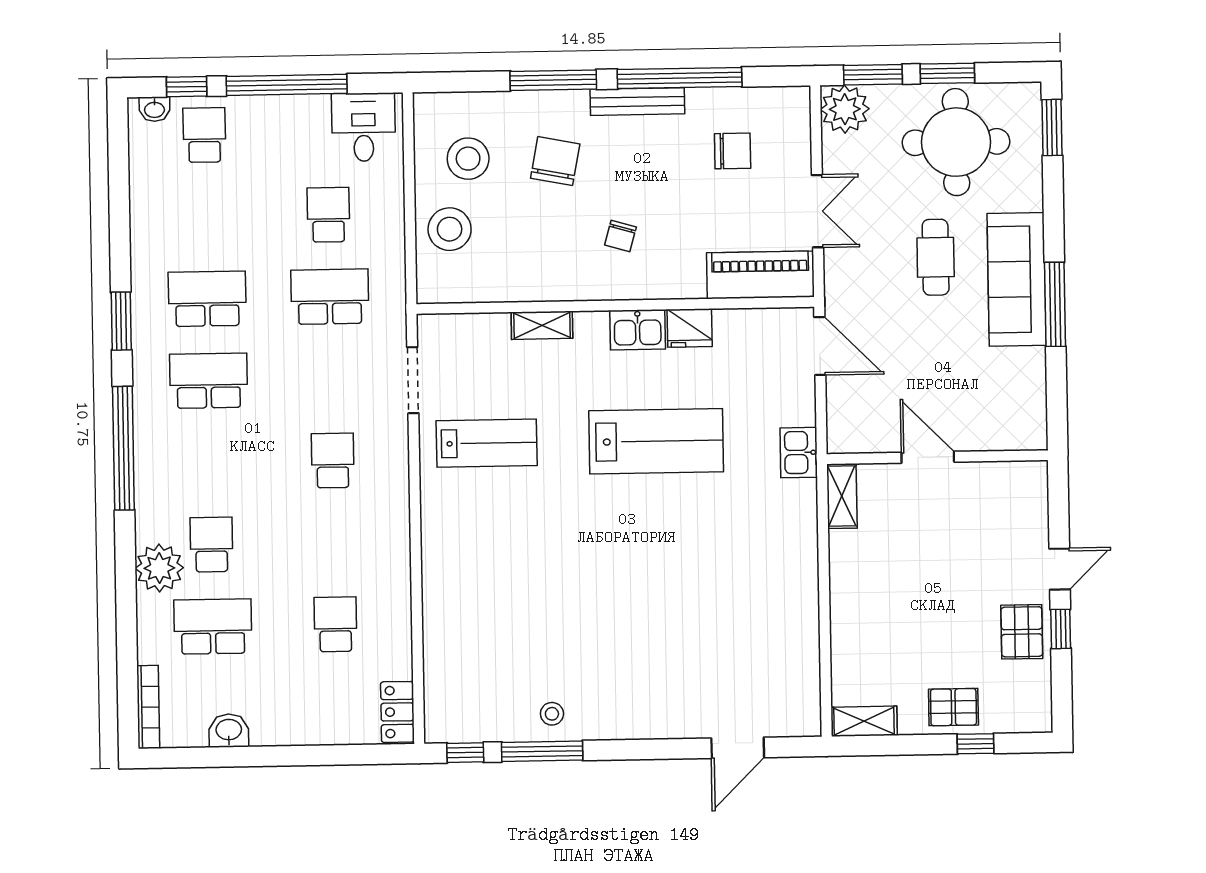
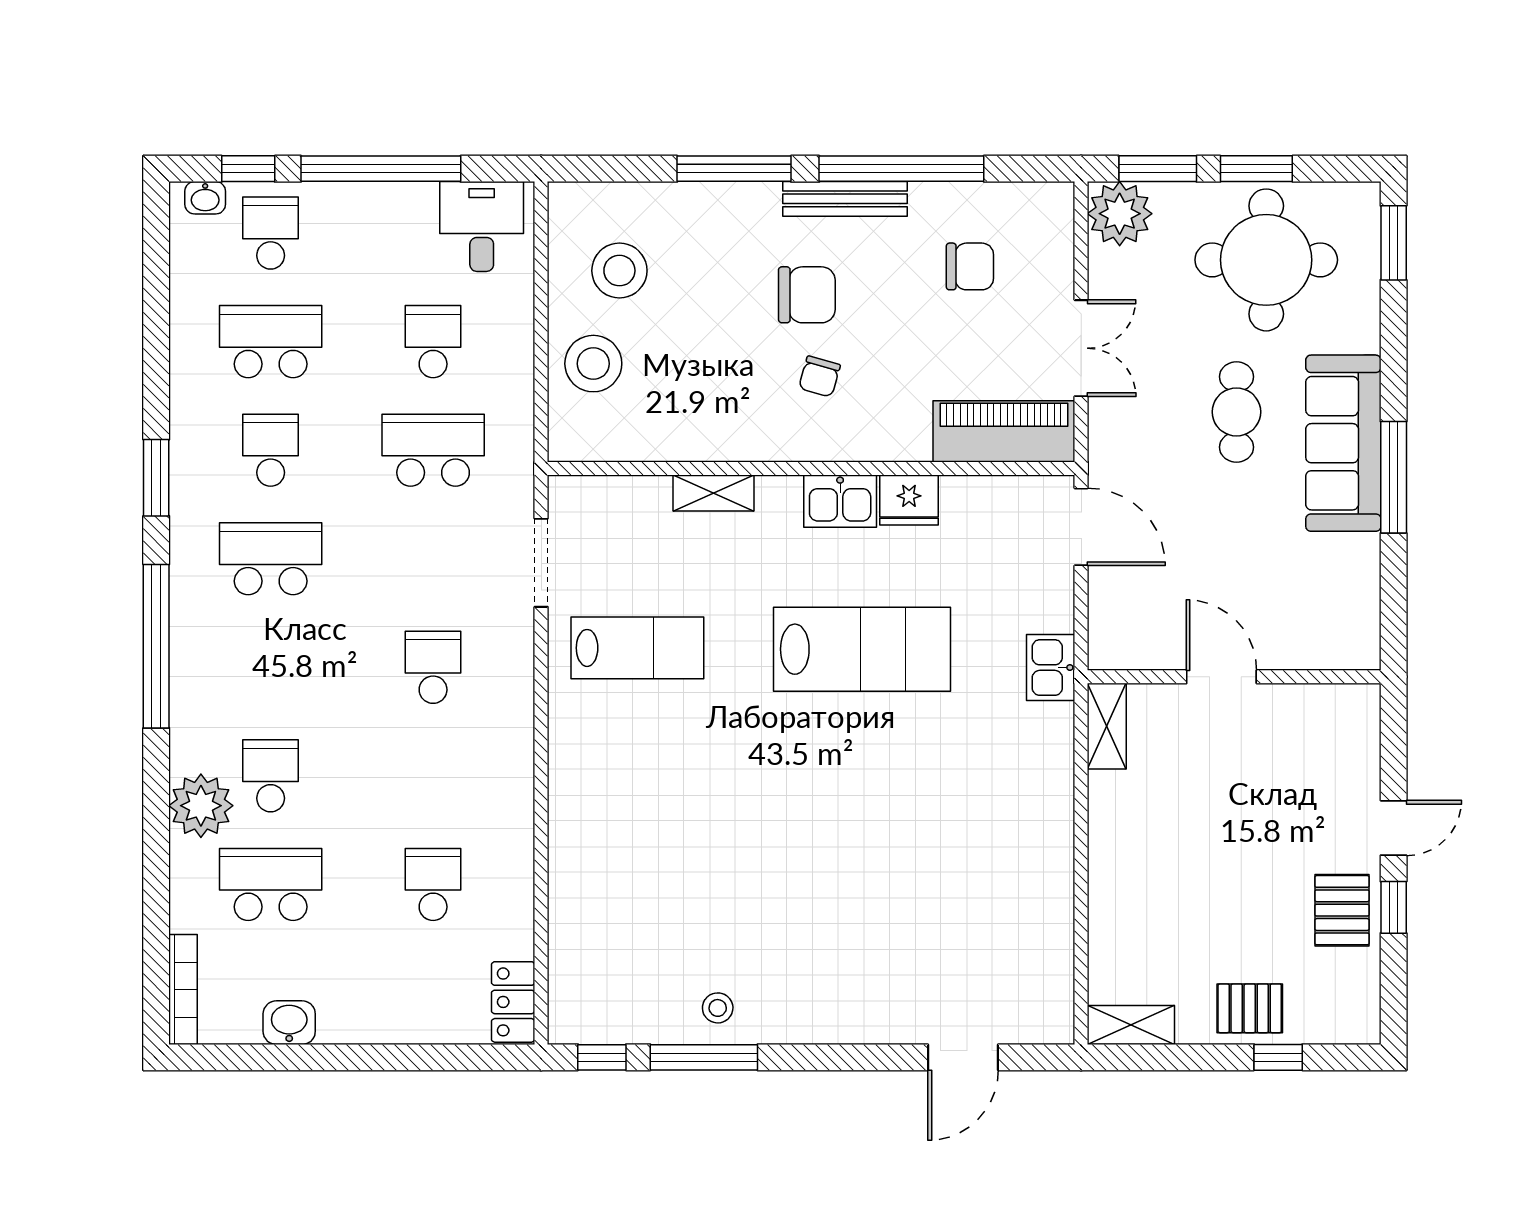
chair: (555, 161) -> (807, 295), moved, turned 79
school desk: (206, 217) -> (271, 342), added
school desk: (207, 299) -> (271, 450), width x0.54

